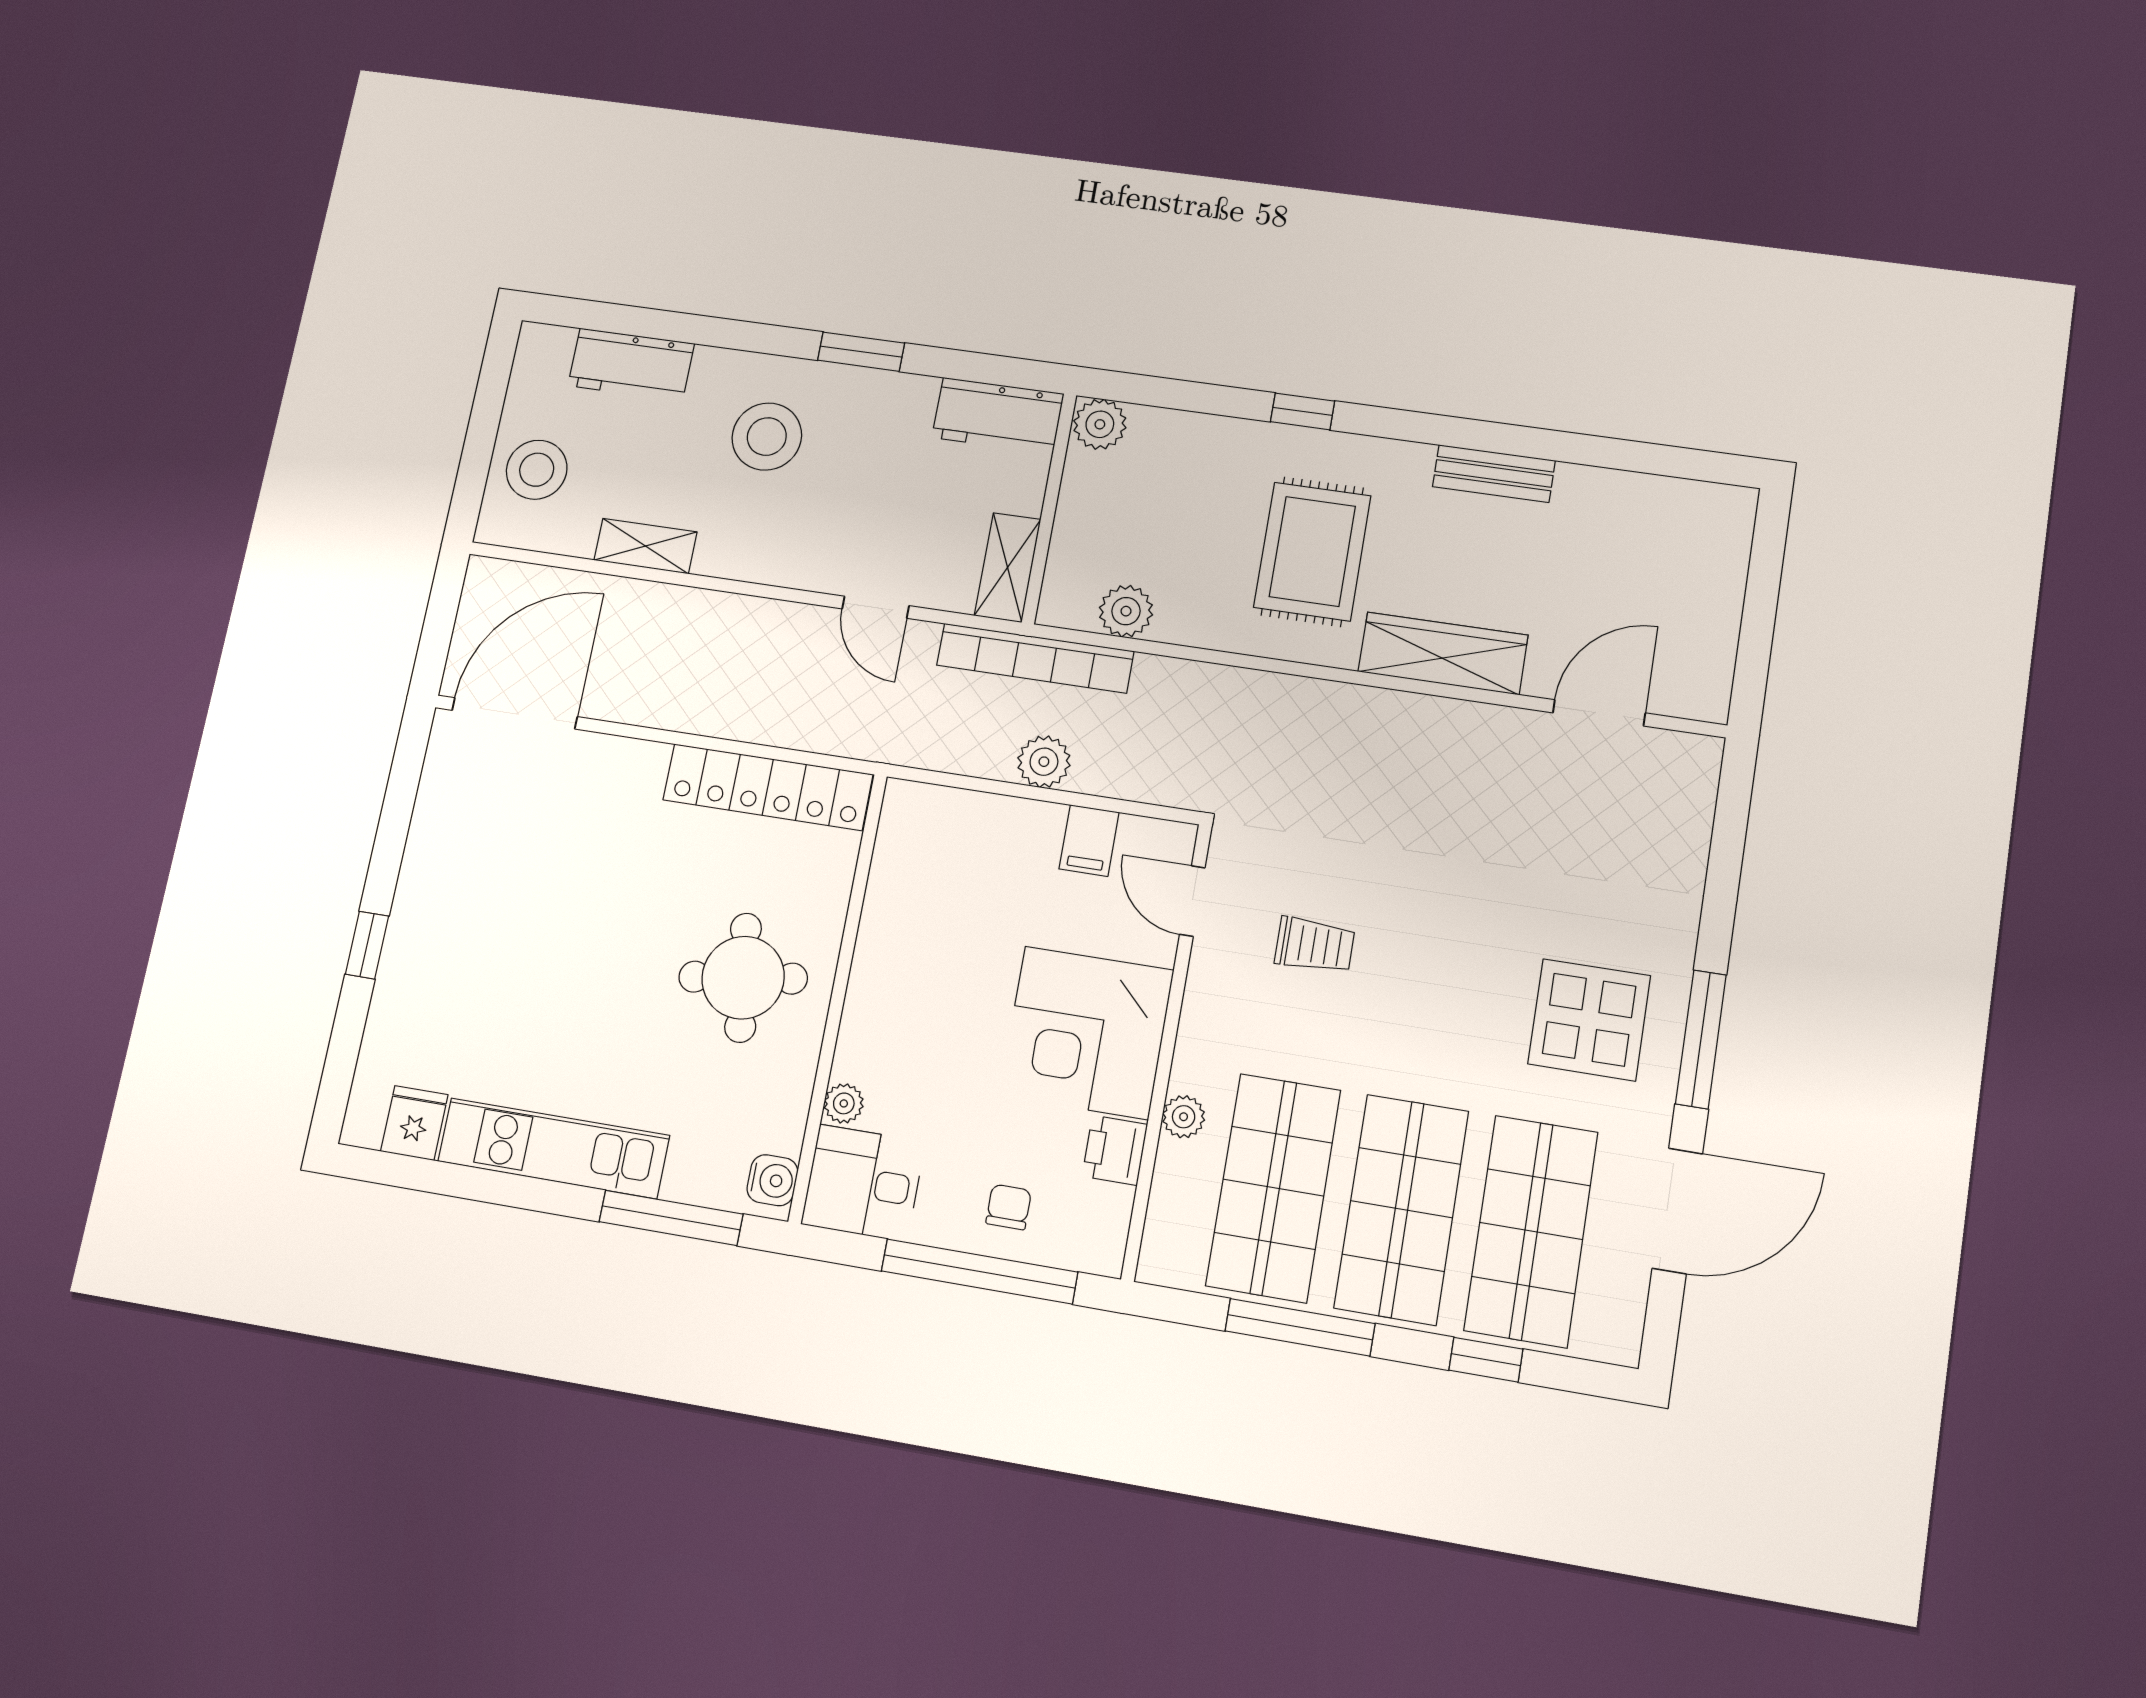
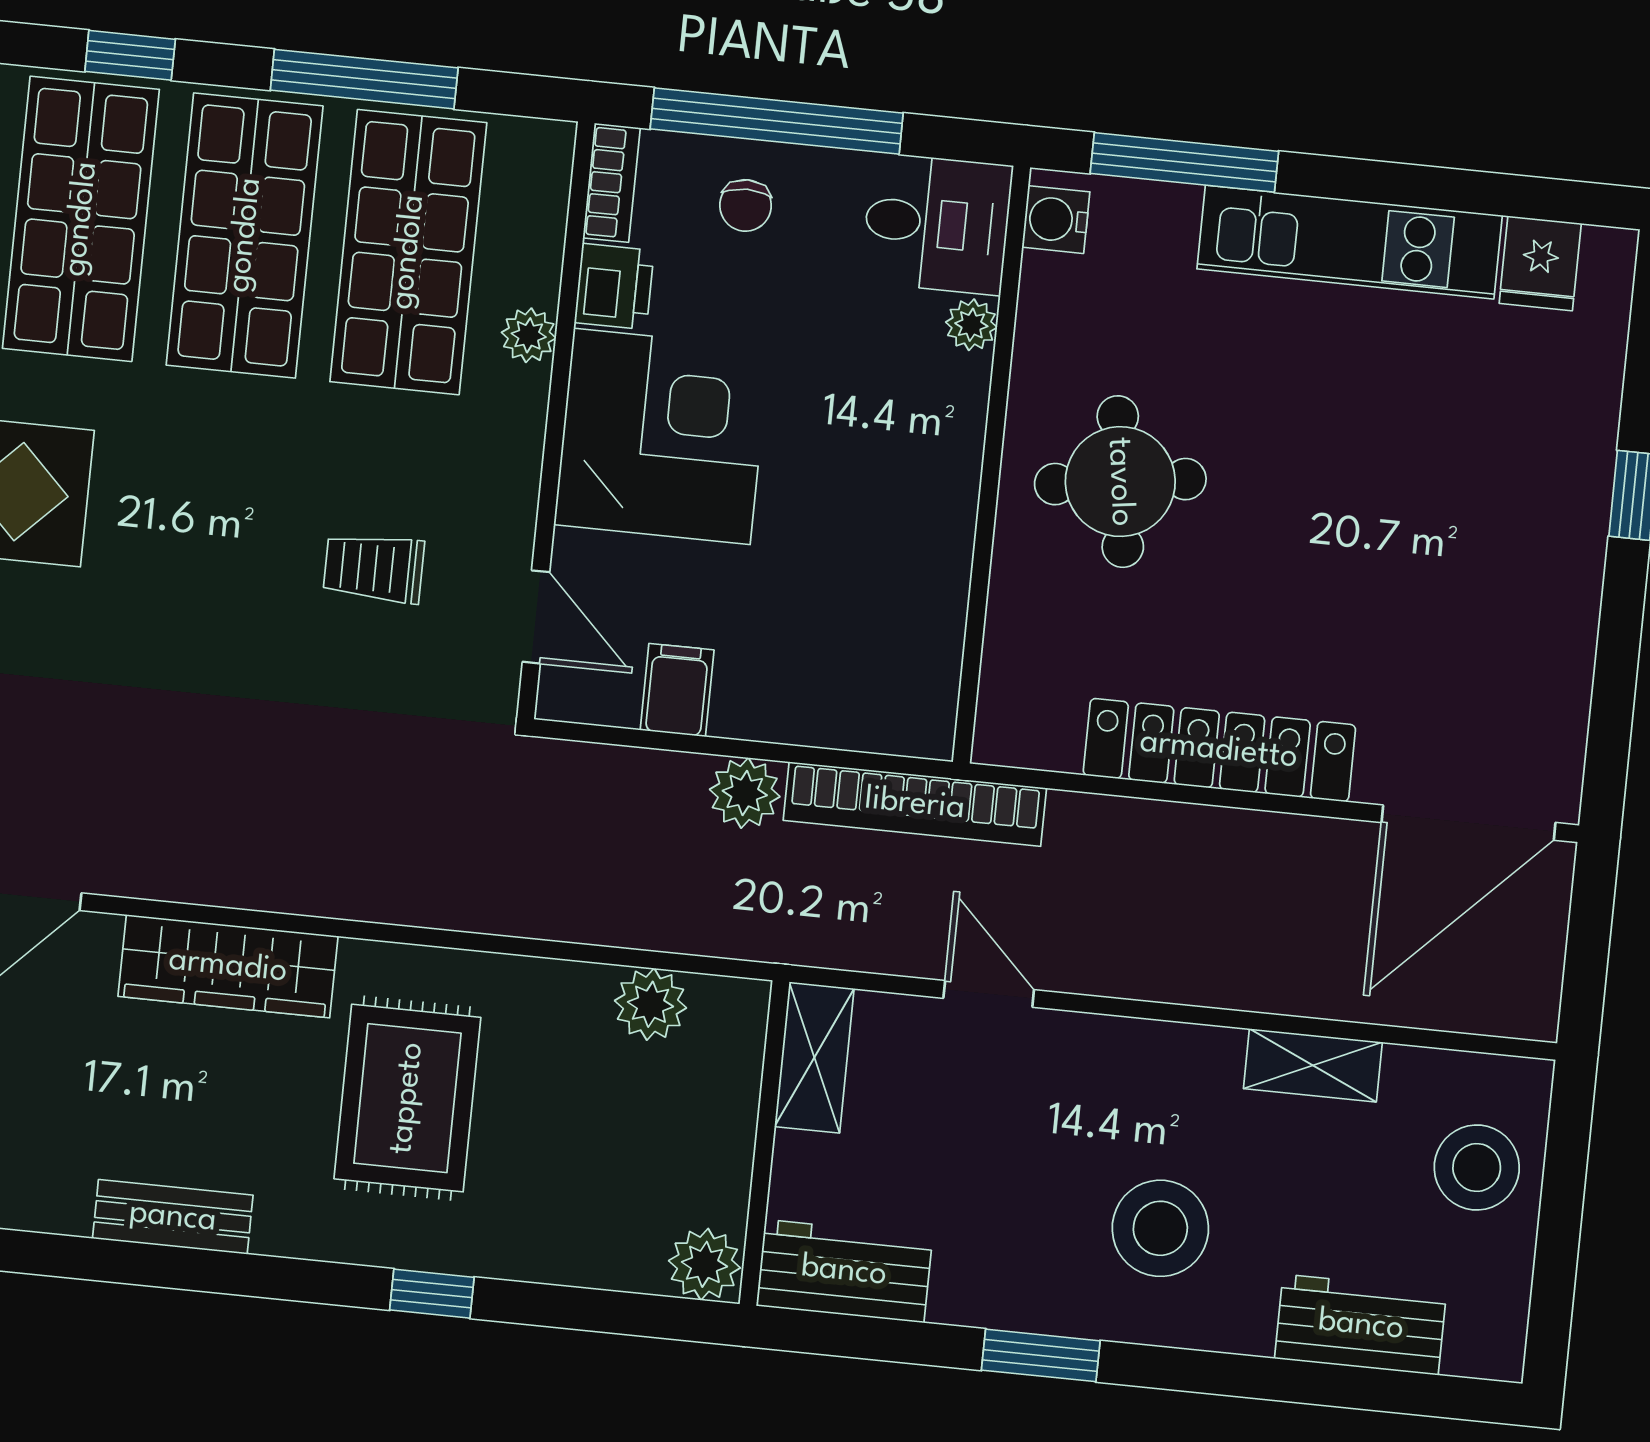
bookcase: (1035, 658) -> (915, 804), moved, turned 180
locker: (768, 787) -> (1219, 750), moved
bookcase: (1111, 1232) -> (611, 183), added

